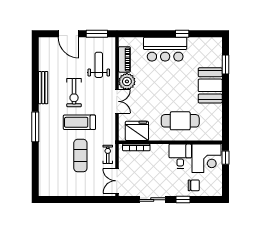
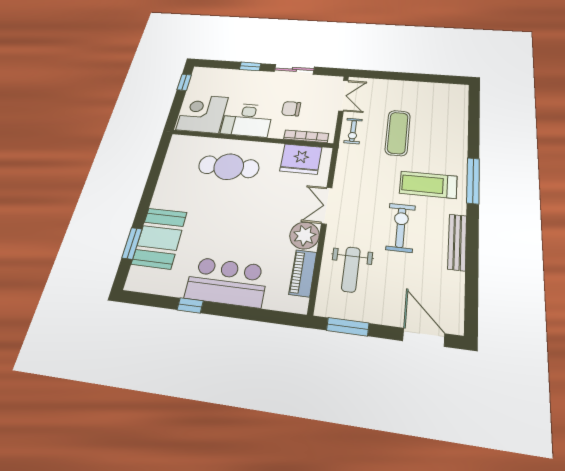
door: (69, 34) -> (424, 337), moved
booth: (210, 85) -> (159, 238), moved
treadmill: (79, 122) -> (428, 185), moved, turned 180
desk: (180, 156) -> (247, 120), width x1.37
window: (225, 158) -> (184, 82), moved
chair: (194, 185) -> (291, 109), moved

